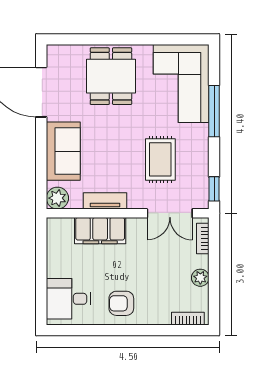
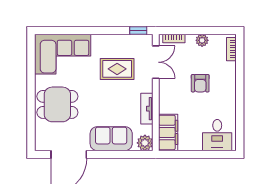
window: (214, 111) -> (82, 30), removed
filing cabinet: (100, 231) -> (168, 132), moved
armchair: (121, 303) -> (200, 83), moved

